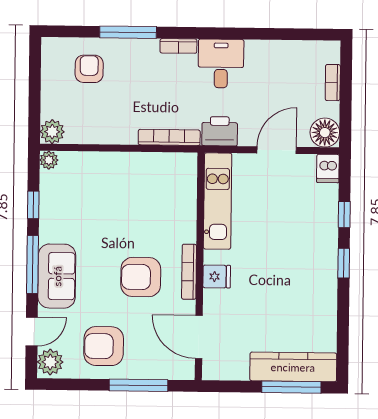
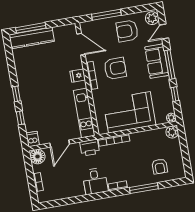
corner sofa: (129, 186) -> (129, 112), added
armchair: (104, 346) -> (127, 31), turned 180

